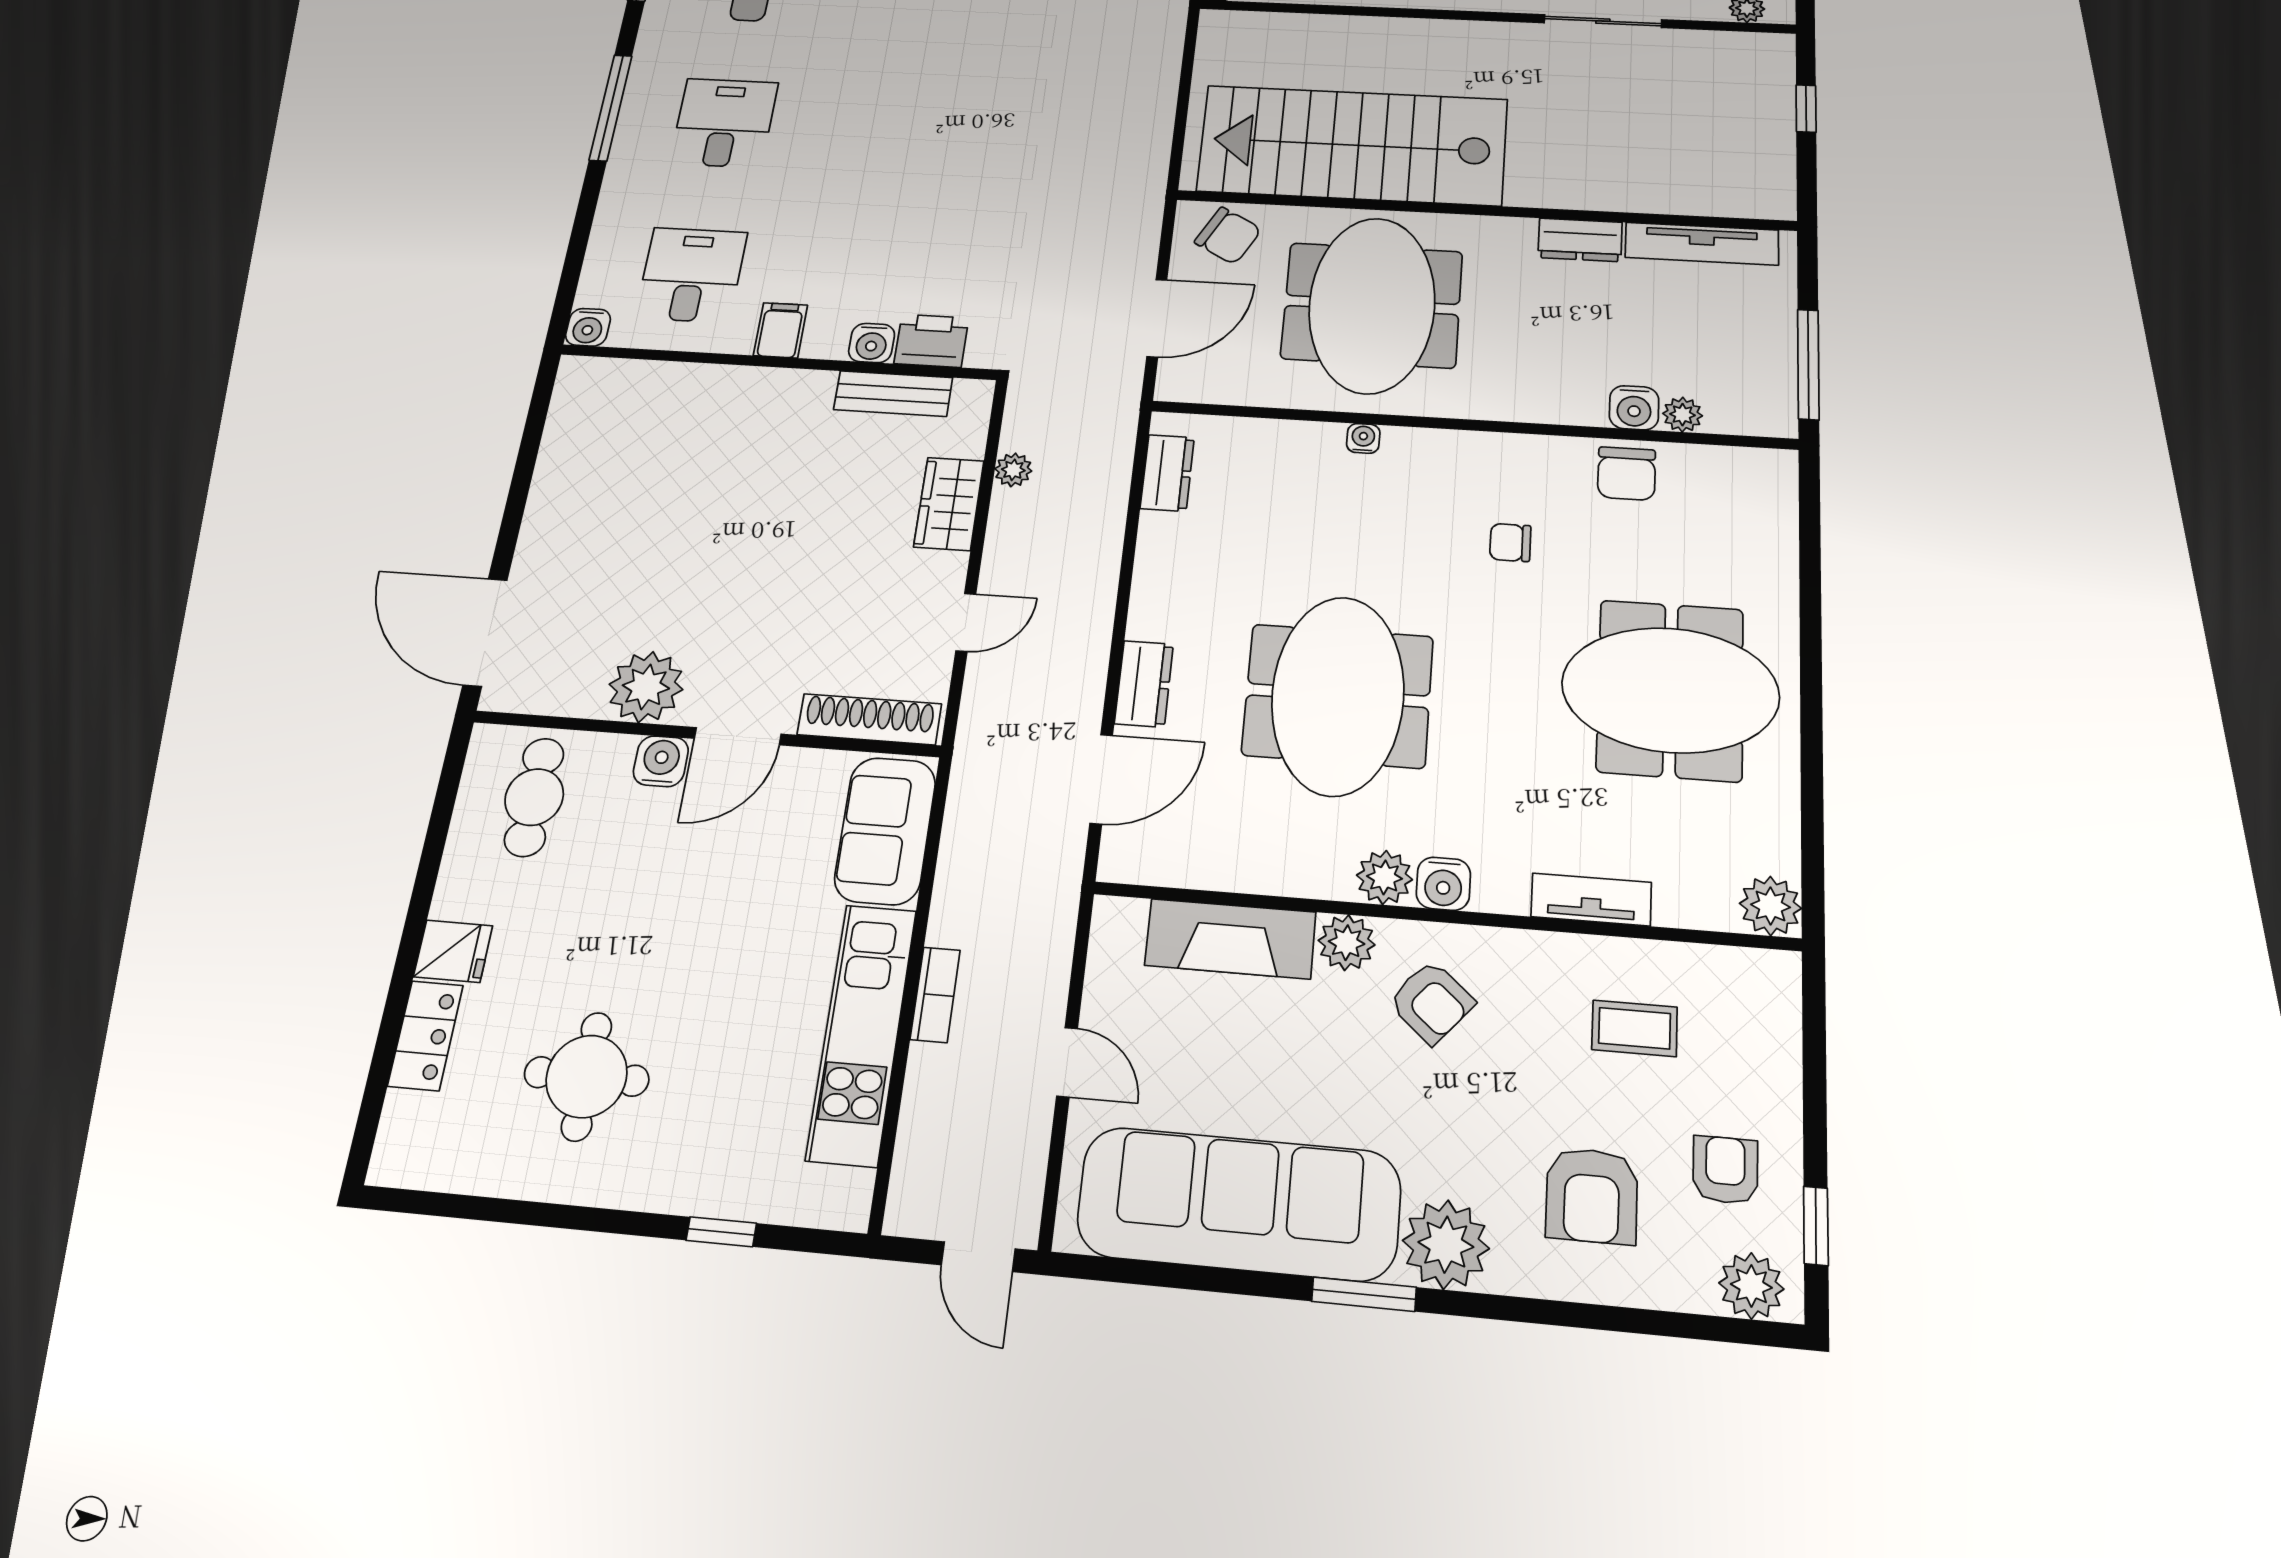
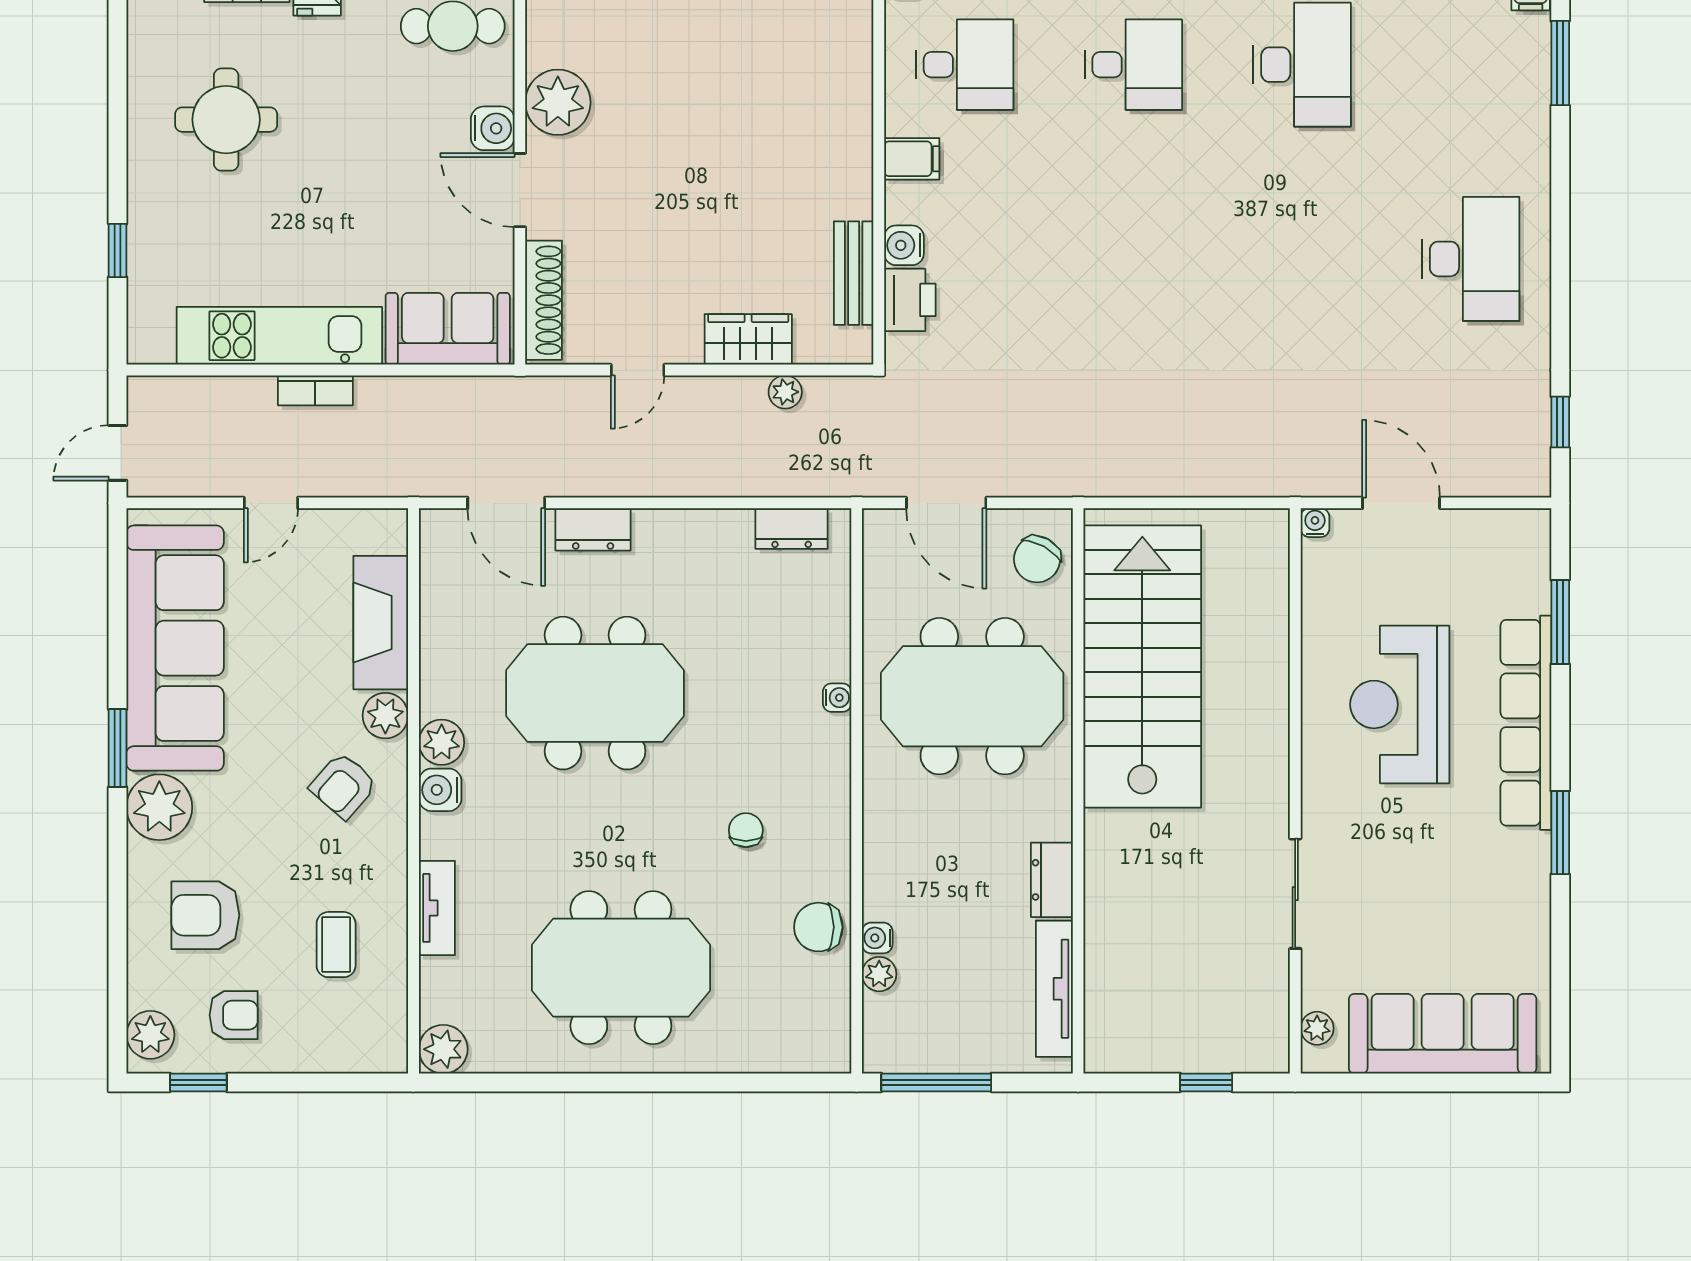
water cooler: (1634, 408) -> (877, 938), width x0.72, depth x0.72
door: (966, 622) -> (638, 370), hinge flipped
meeting table: (1670, 690) -> (621, 968), turned 90

